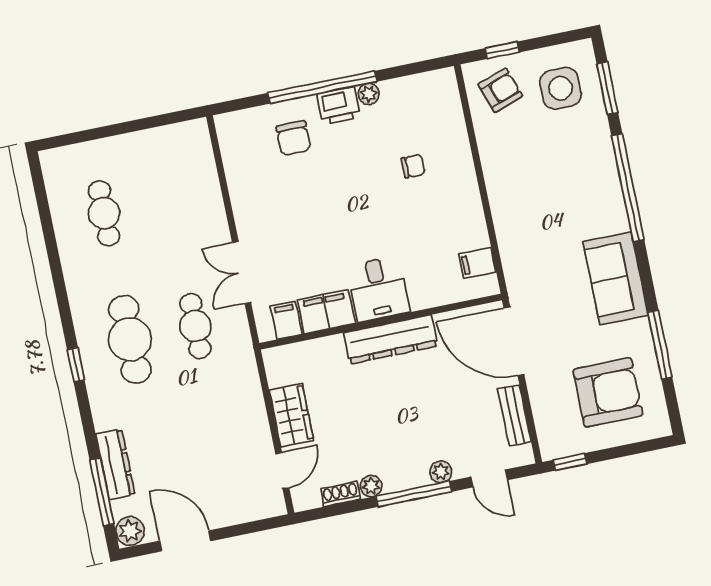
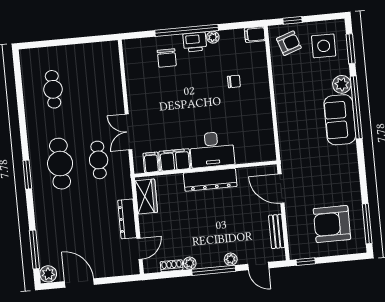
plant: (599, 151) -> (342, 84), added
filing cabinet: (477, 263) -> (255, 34), moved
sofa: (616, 278) -> (340, 120), moved
desk: (378, 289) -> (212, 149), width x1.37
door: (514, 341) -> (281, 189), width x0.73
window: (660, 345) -> (367, 224), moved
window: (76, 365) -> (27, 175), width x1.50
armchair: (608, 392) -> (332, 224), turned 180
wardrobe: (291, 415) -> (146, 196), moved
dresser: (115, 464) -> (127, 219), moved, turned 180

